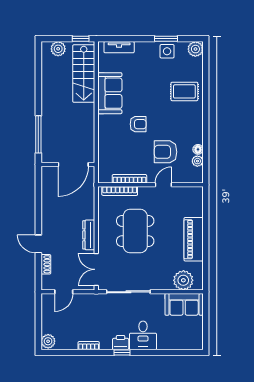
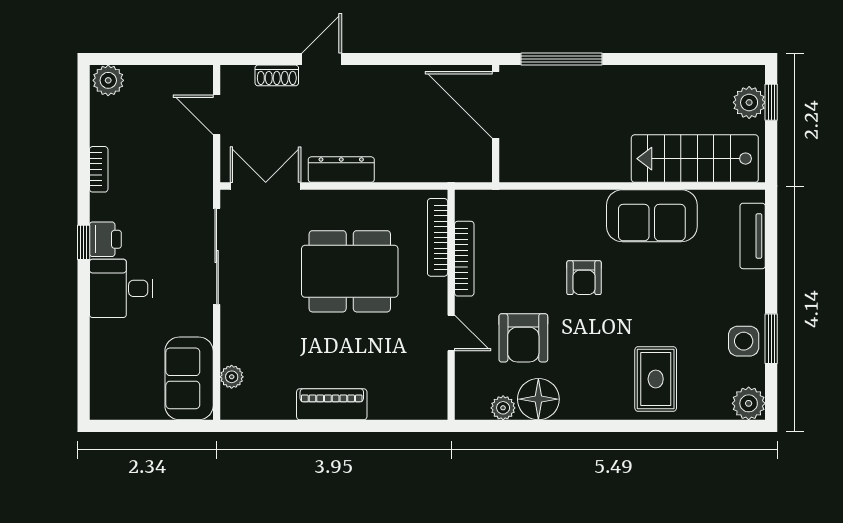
window: (81, 39) -> (771, 102), moved
floor lamp: (198, 149) -> (538, 399), width x1.89, depth x1.89
armchair: (166, 152) -> (523, 338), turned 180
door: (73, 164) -> (496, 105), moved
piano: (194, 239) -> (332, 404), width x0.73, depth x0.75
plant: (183, 280) -> (232, 377), width x0.53, depth x0.53

